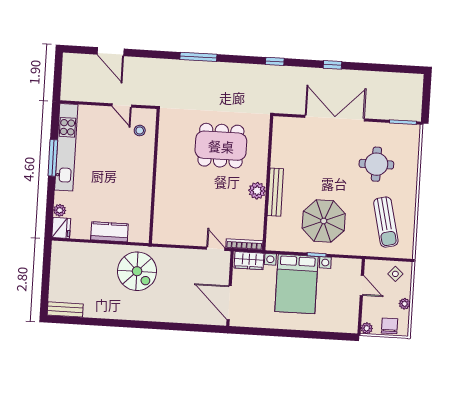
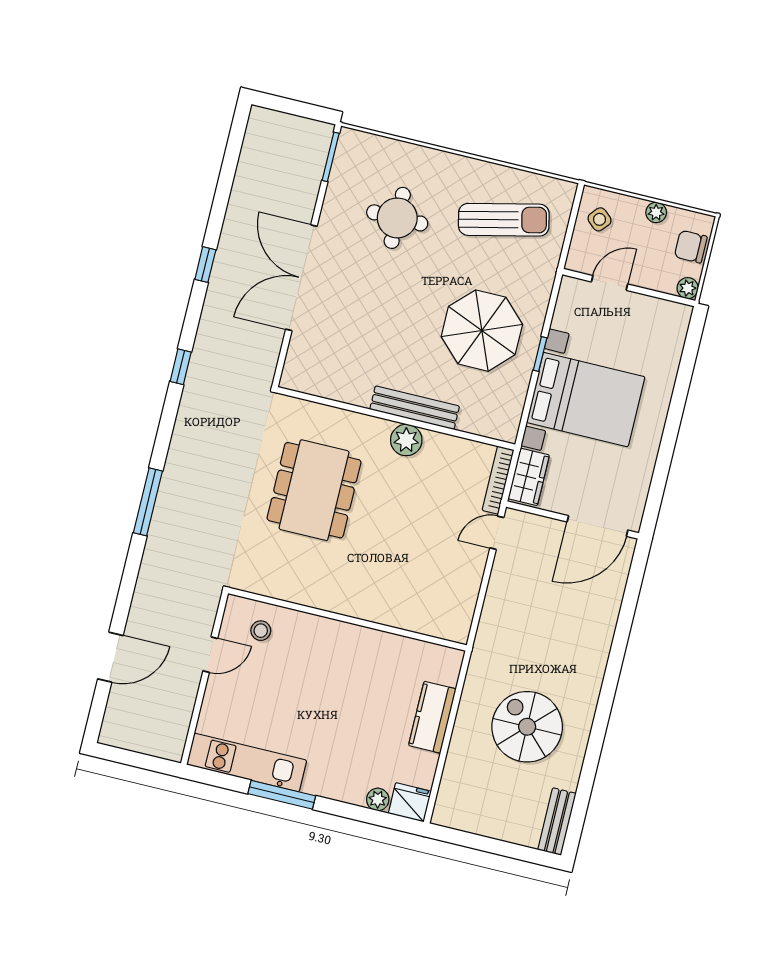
kitchen unit: (66, 147) -> (247, 762), width x0.73
spiral stairs: (137, 271) -> (527, 727), moved, turned -90

